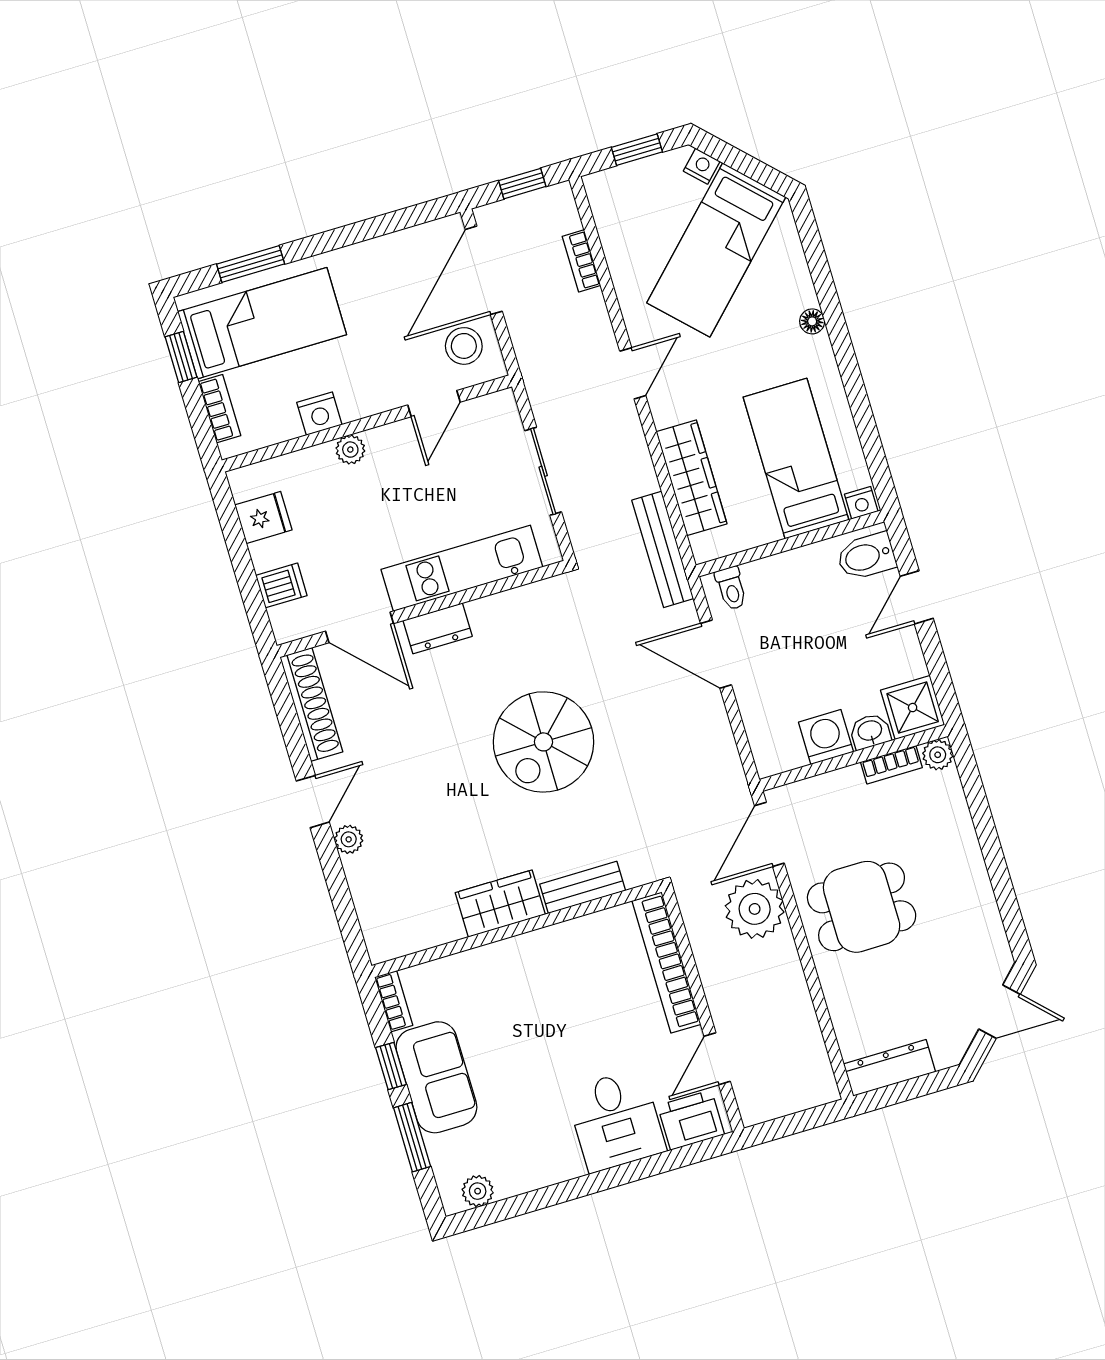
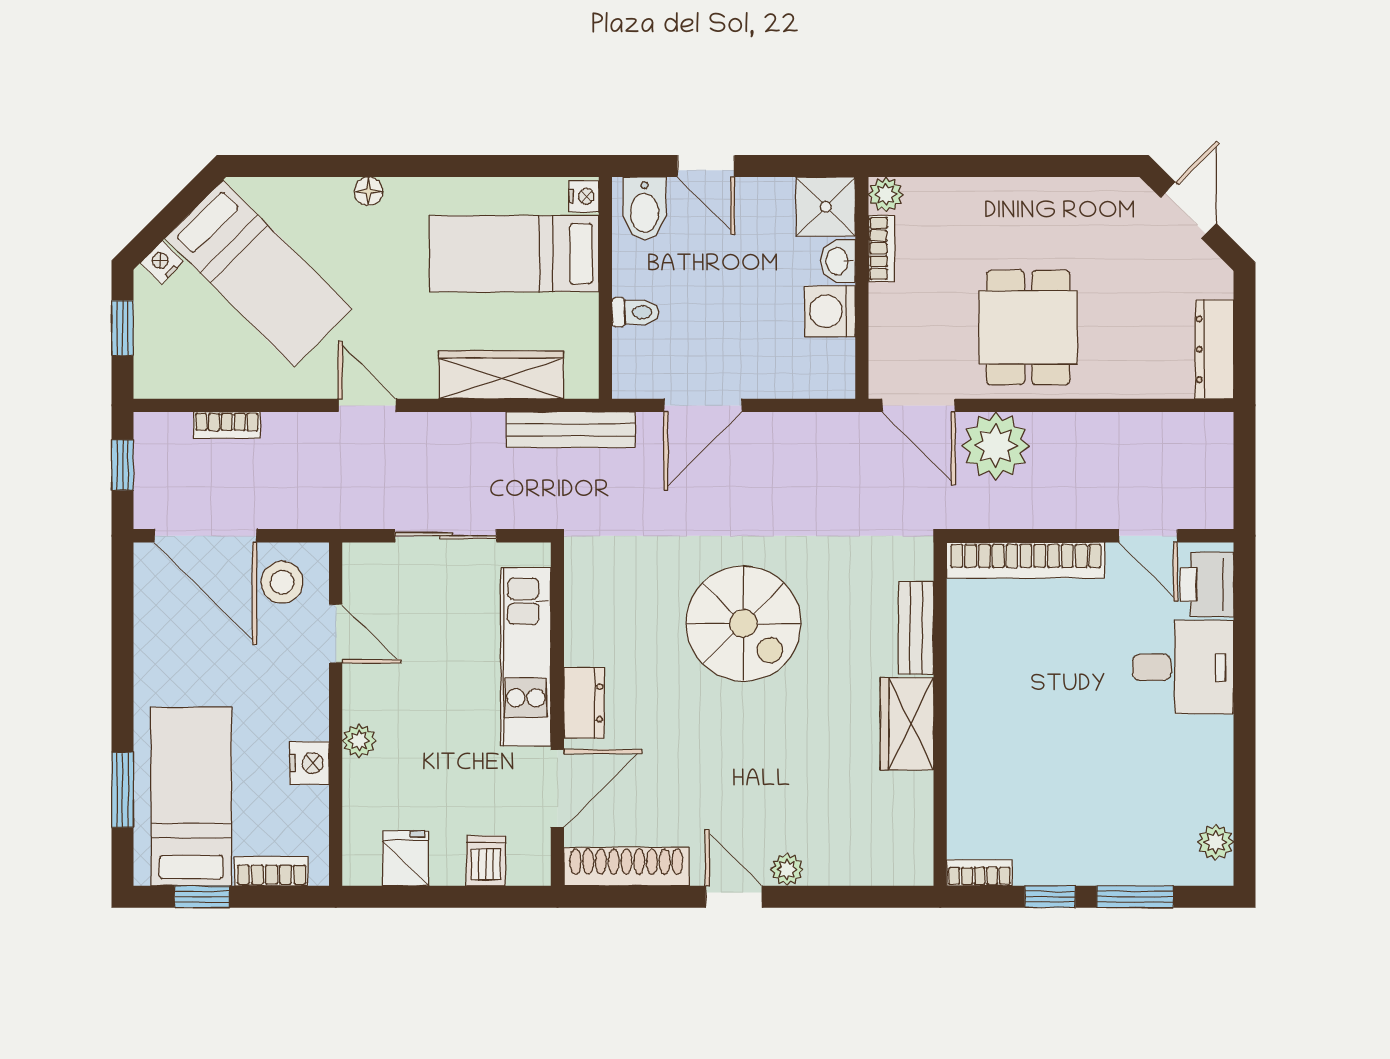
toilet: (731, 588) -> (635, 312), moved
sofa: (436, 1077) -> (1077, 850), removed

